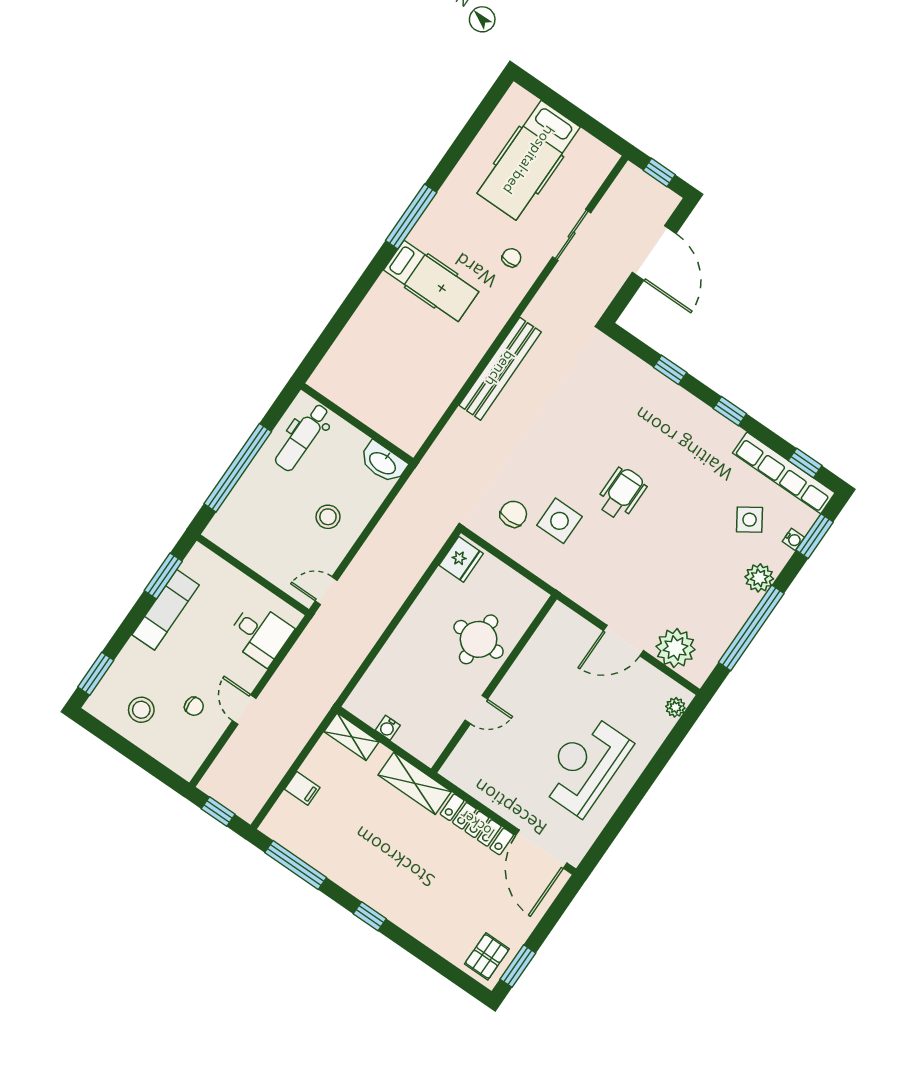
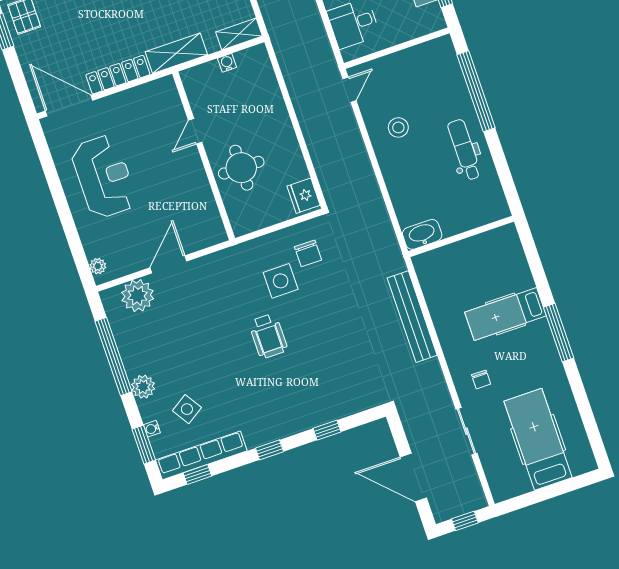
wall: (357, 424) -> (461, 236), moved
washbasin: (383, 463) -> (422, 234), moved

